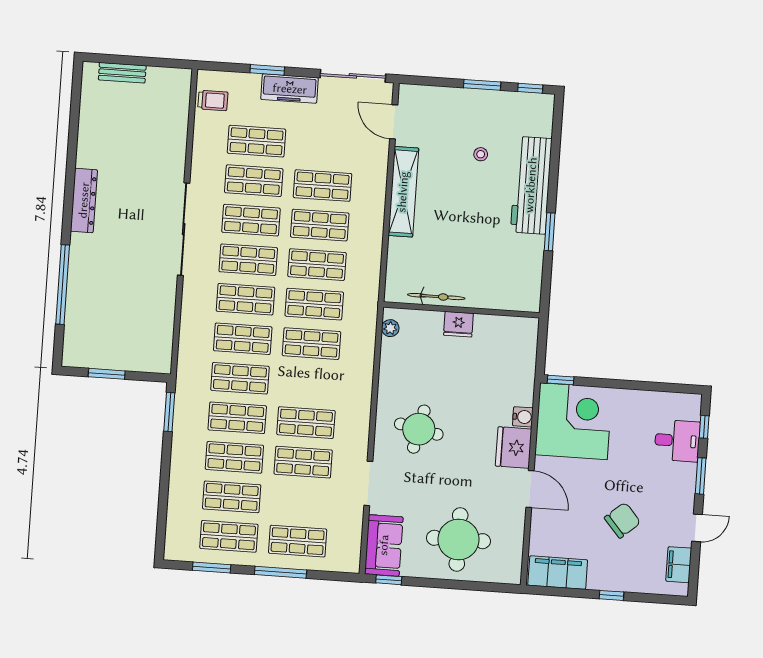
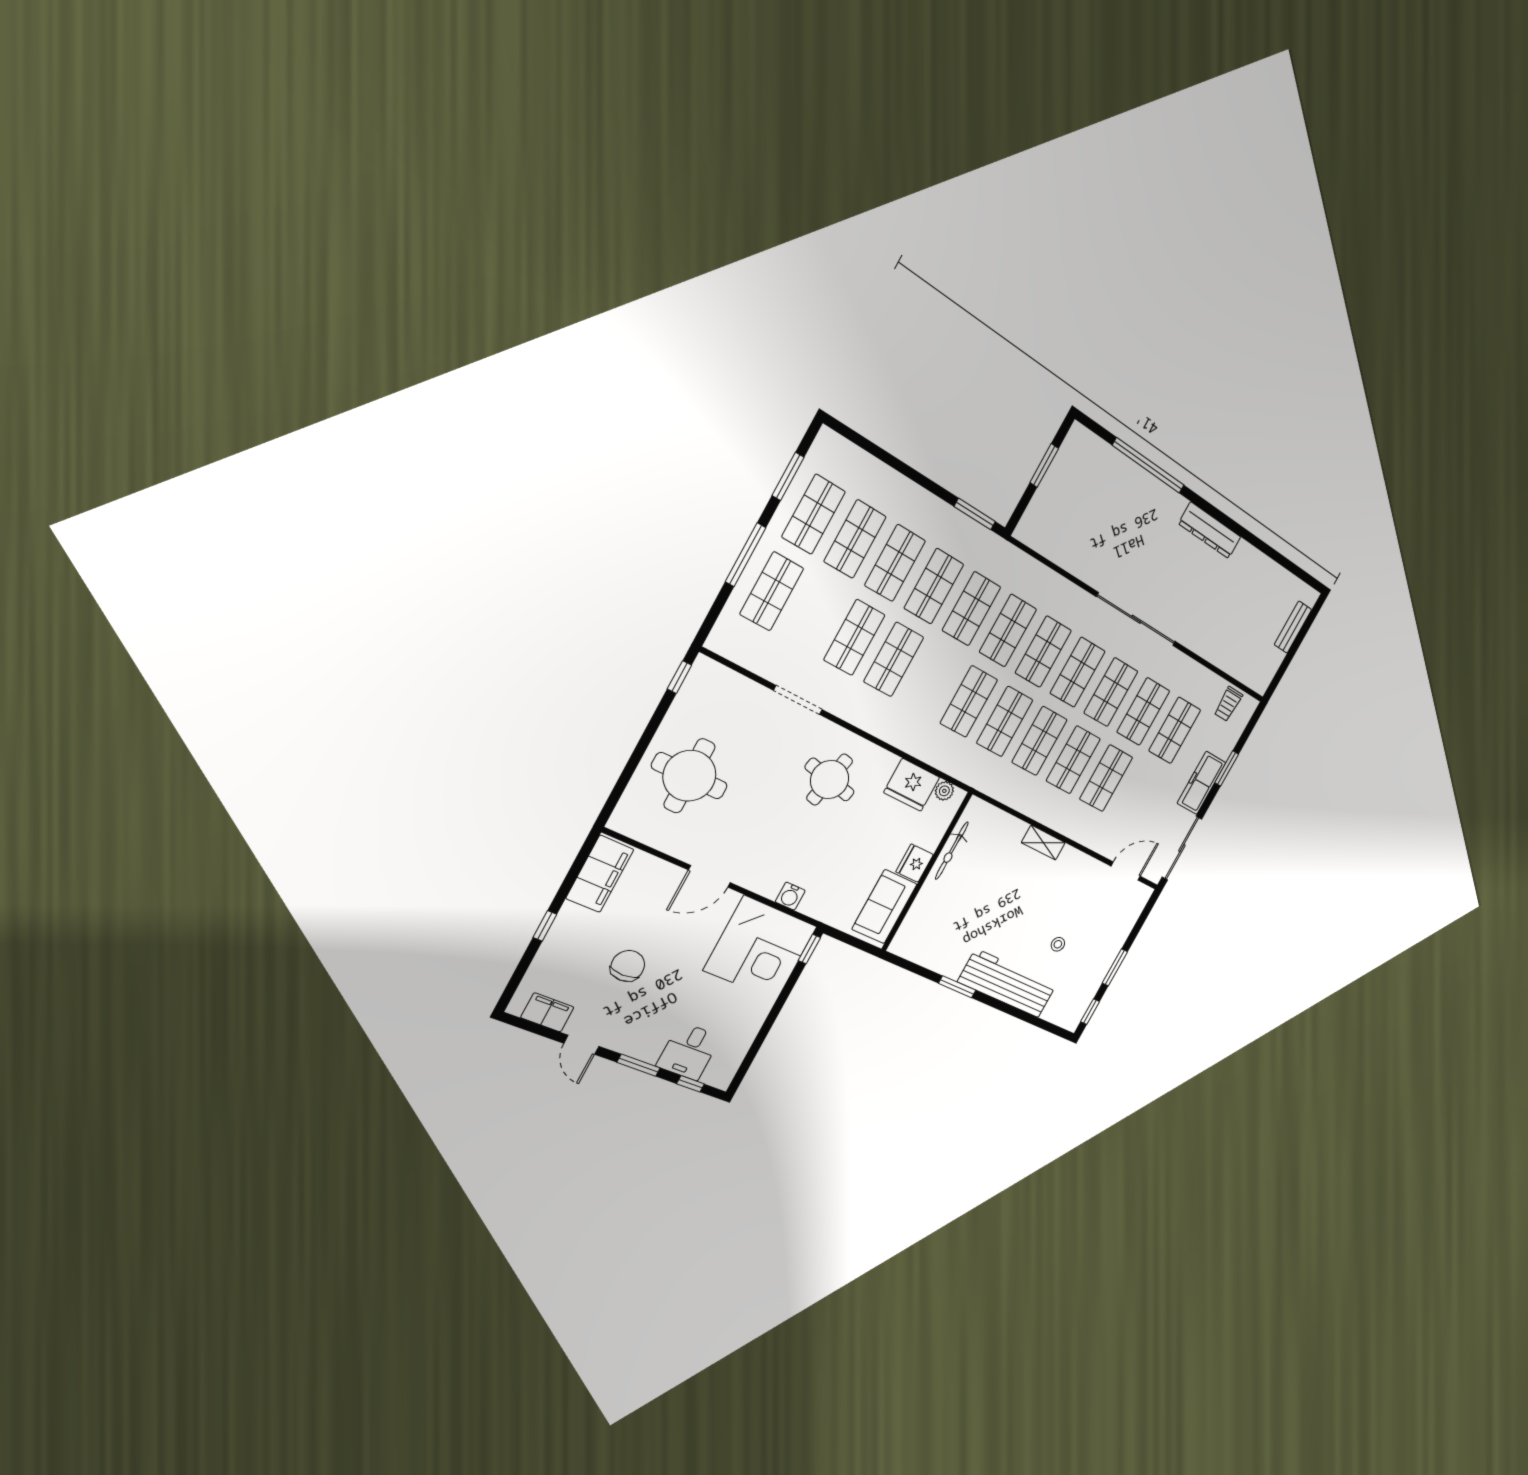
shelving: (403, 192) -> (1043, 843), width x0.45, depth x0.75
fridge: (514, 448) -> (912, 785), moved, turned 180
chair: (622, 520) -> (628, 966), turned -139
sofa: (384, 545) -> (884, 907), moved, turned 90

